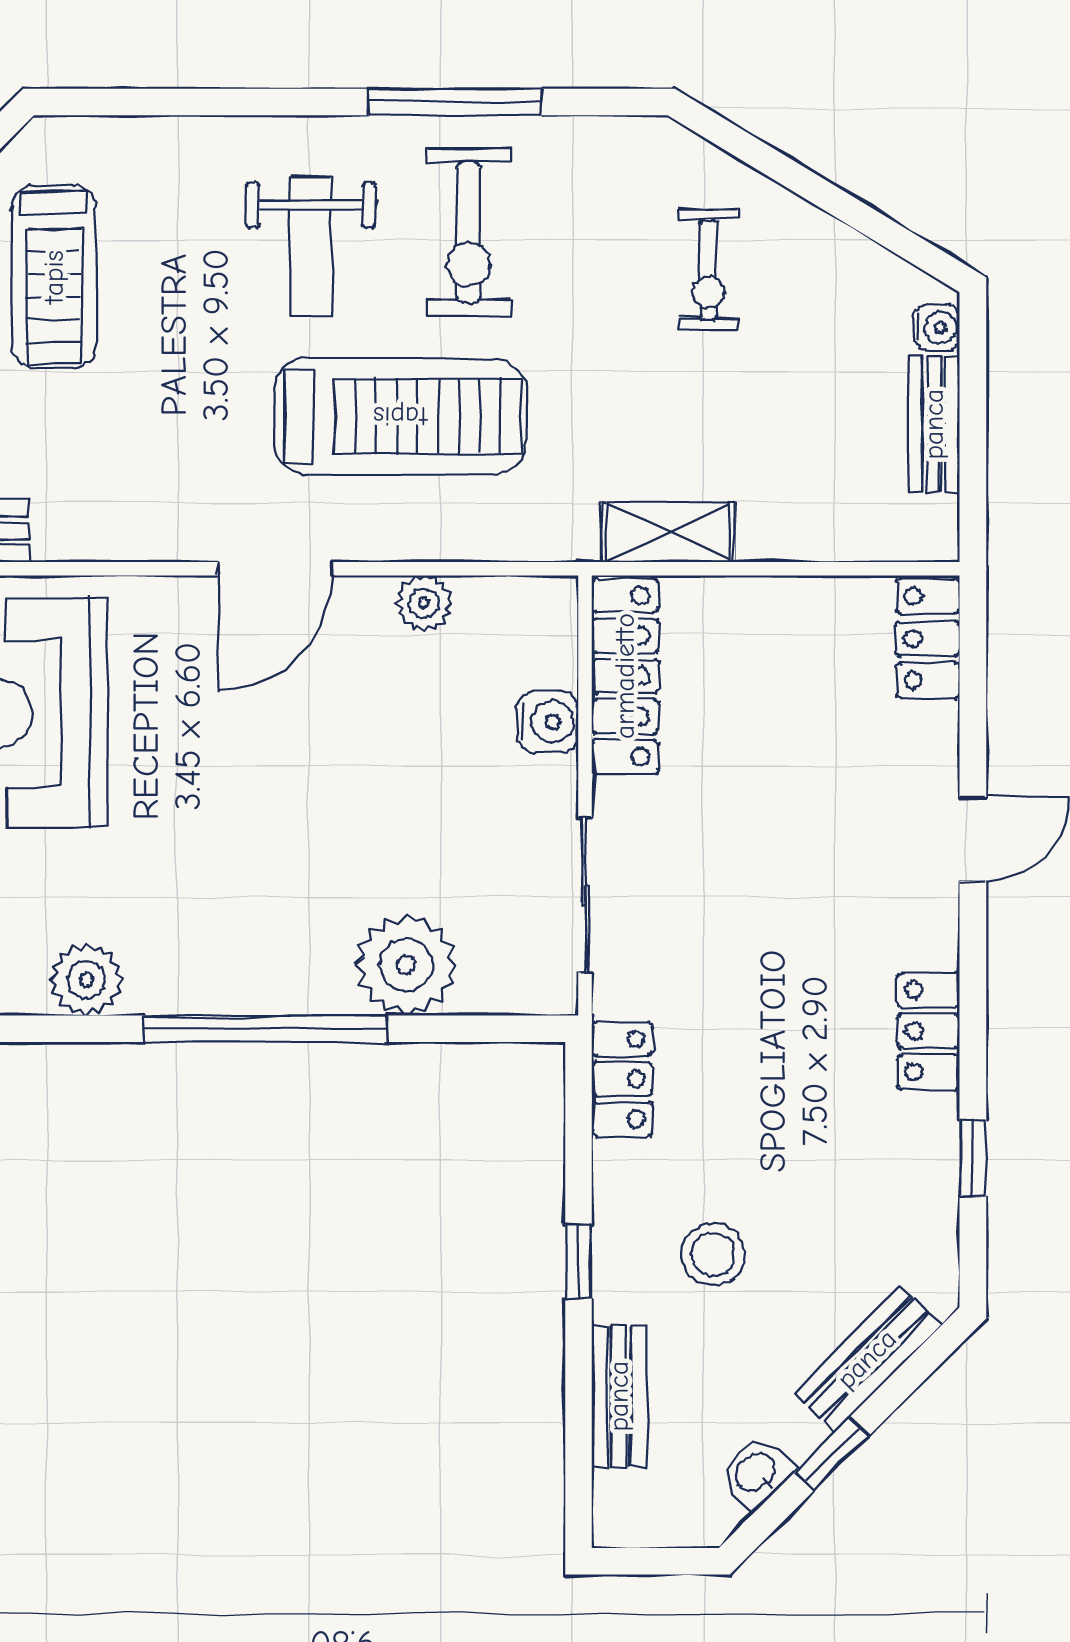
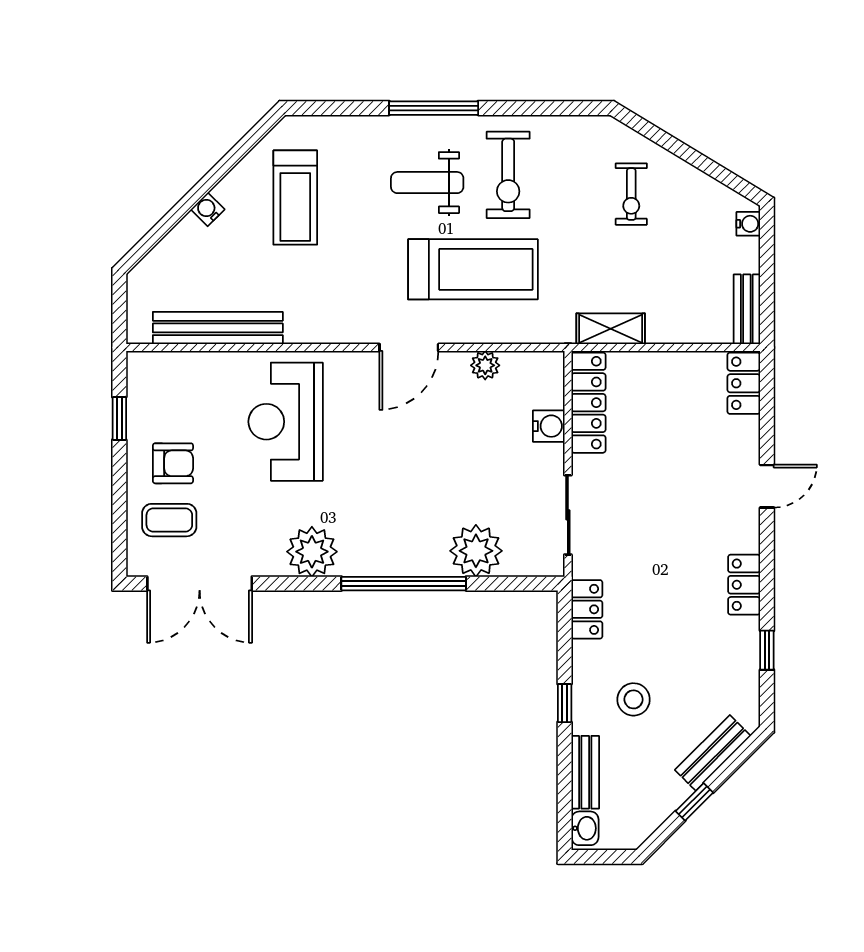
window: (455, 102) -> (434, 108), moved
weight bench: (311, 247) -> (427, 183), turned 90
bench: (934, 424) -> (747, 309), moved
plant: (86, 980) -> (312, 552), width x1.36, depth x1.36
washbasin: (757, 1473) -> (585, 828), moved, turned 135

